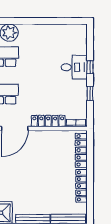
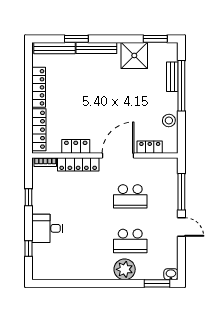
window: (90, 67) -> (29, 248), moved
locker: (50, 136) -> (76, 146), added

